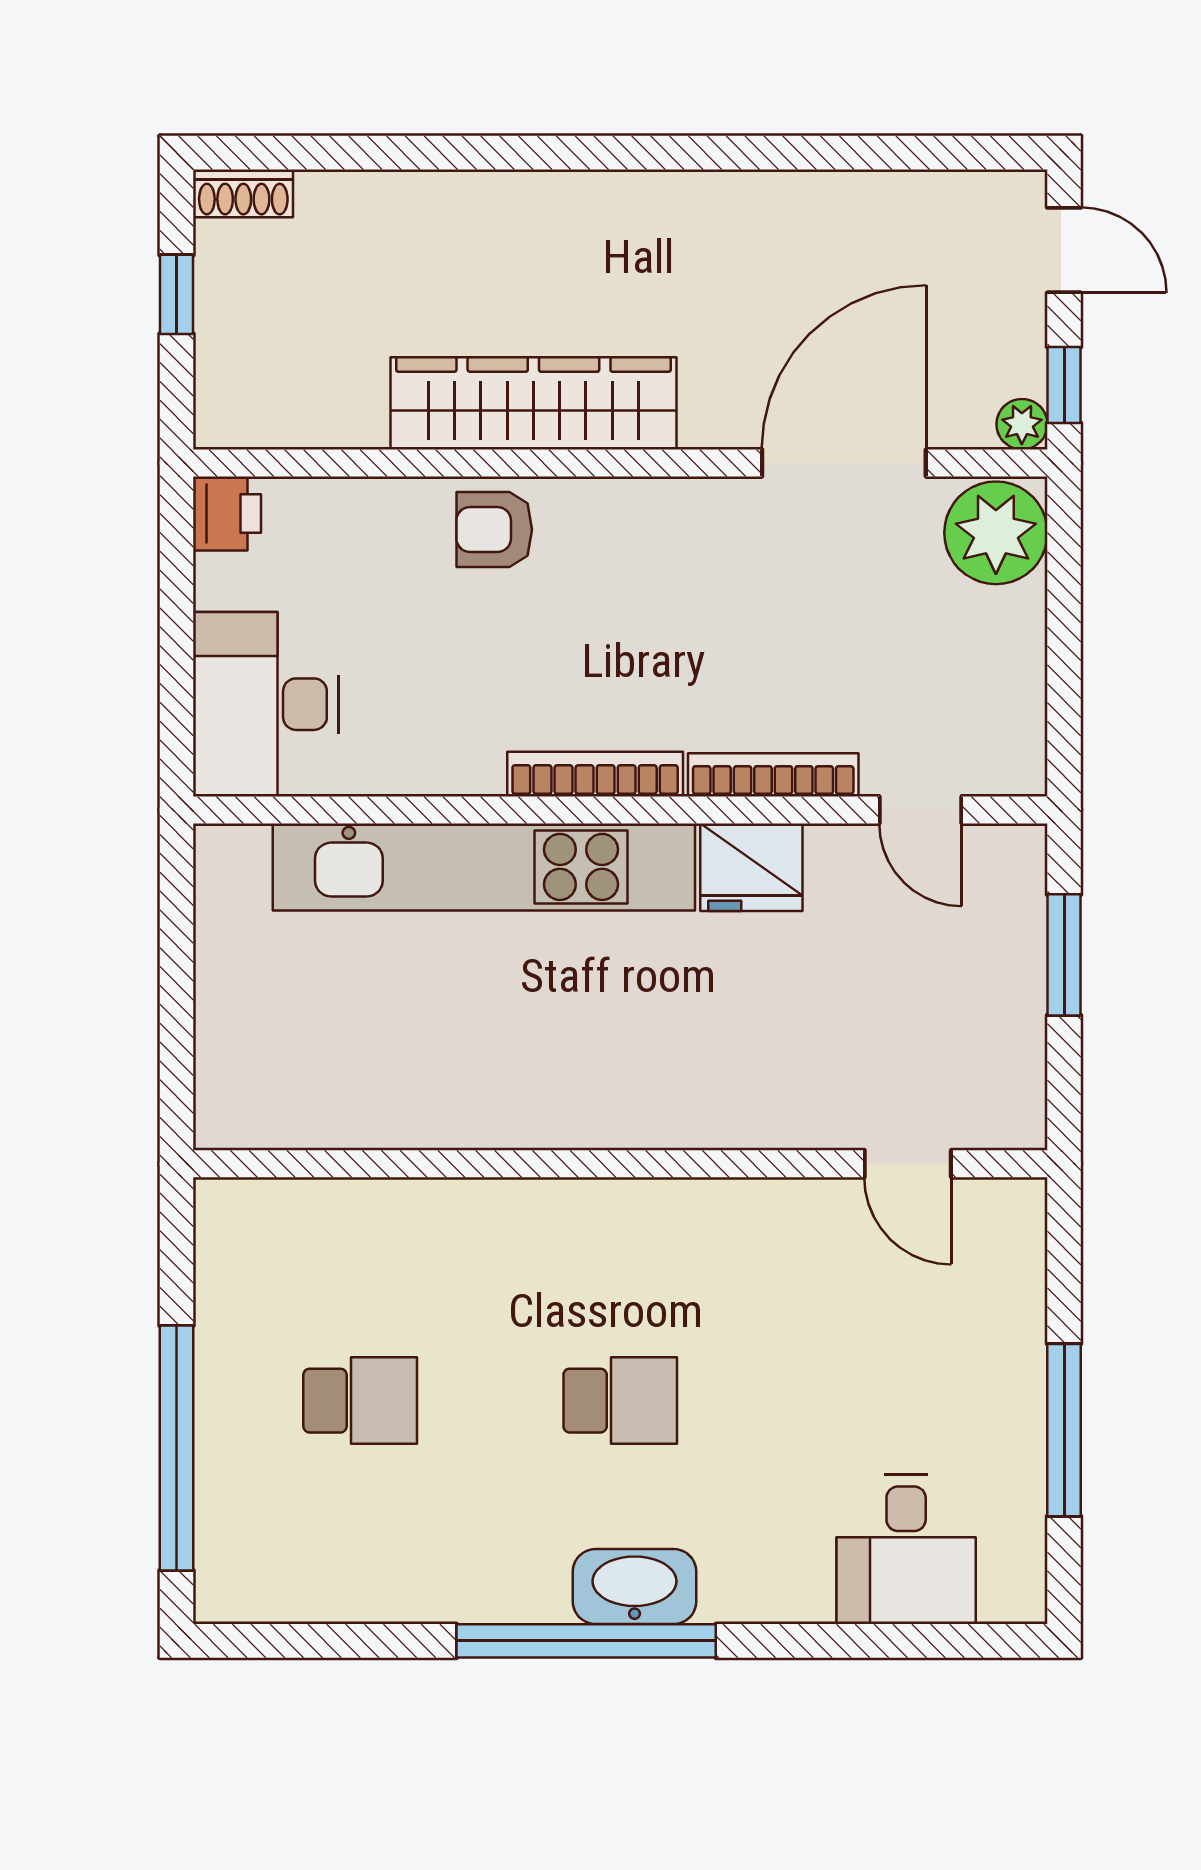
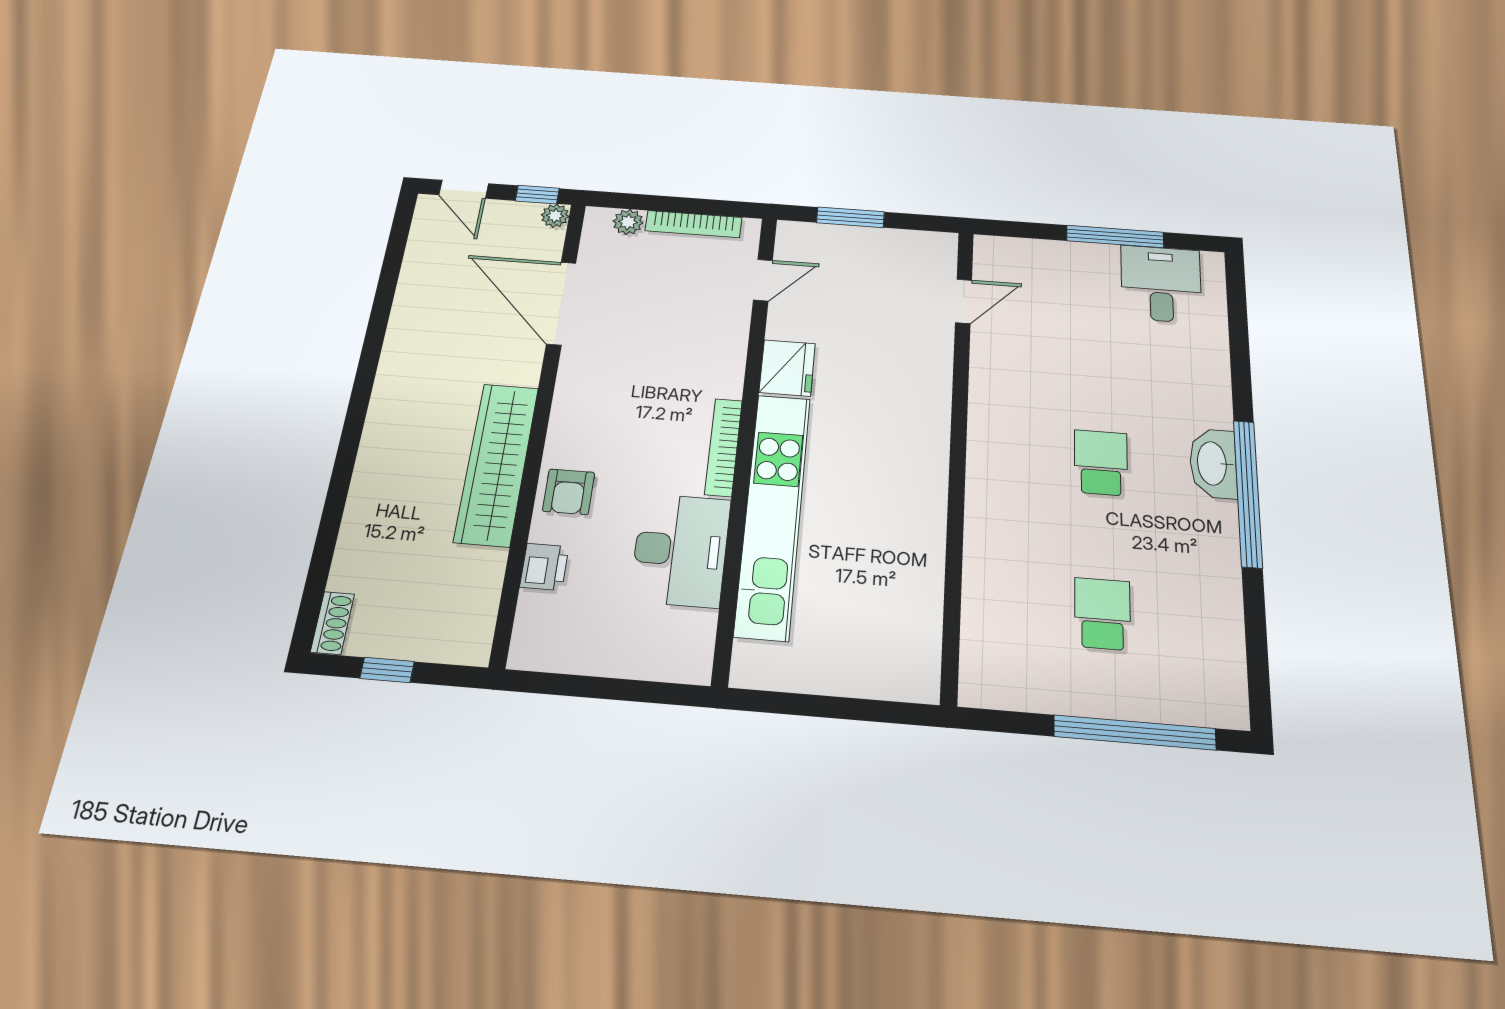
door: (1064, 250) -> (464, 189), swing flipped
printer: (227, 513) -> (544, 567), moved, turned 90
plant: (996, 533) -> (628, 222), width x0.53, depth x0.53
desk: (266, 704) -> (680, 550), moved, turned -90
bookcase: (773, 775) -> (694, 224), moved, turned -90
desk: (906, 1549) -> (1161, 284), moved, turned -90

